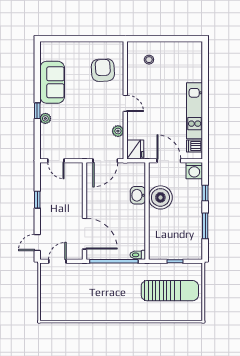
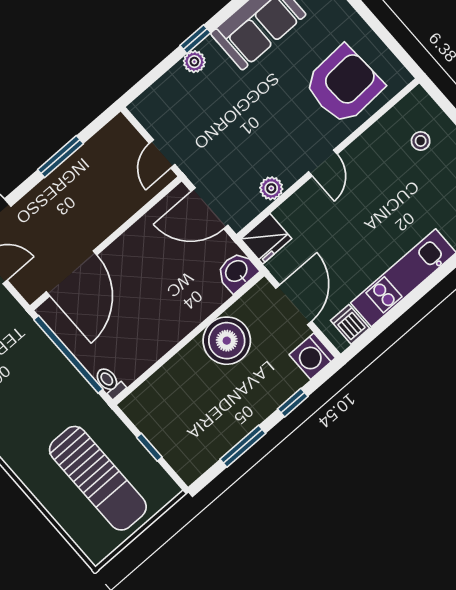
armchair: (103, 70) -> (344, 85), width x1.36, depth x1.36
door: (56, 161) -> (162, 154), moved
washbasin: (138, 195) -> (237, 272), moved
window: (37, 200) -> (60, 157), width x1.50

